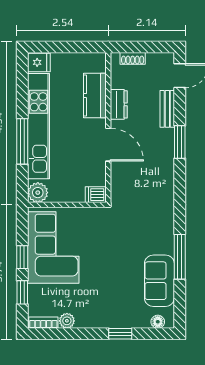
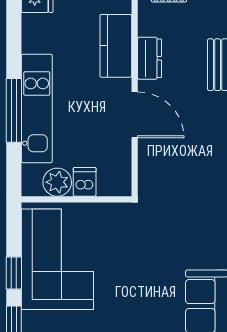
kitchen unit: (39, 126) -> (37, 108), width x0.73
plant: (38, 193) -> (57, 182), moved
dishwasher: (96, 195) -> (85, 182), moved, turned 90

